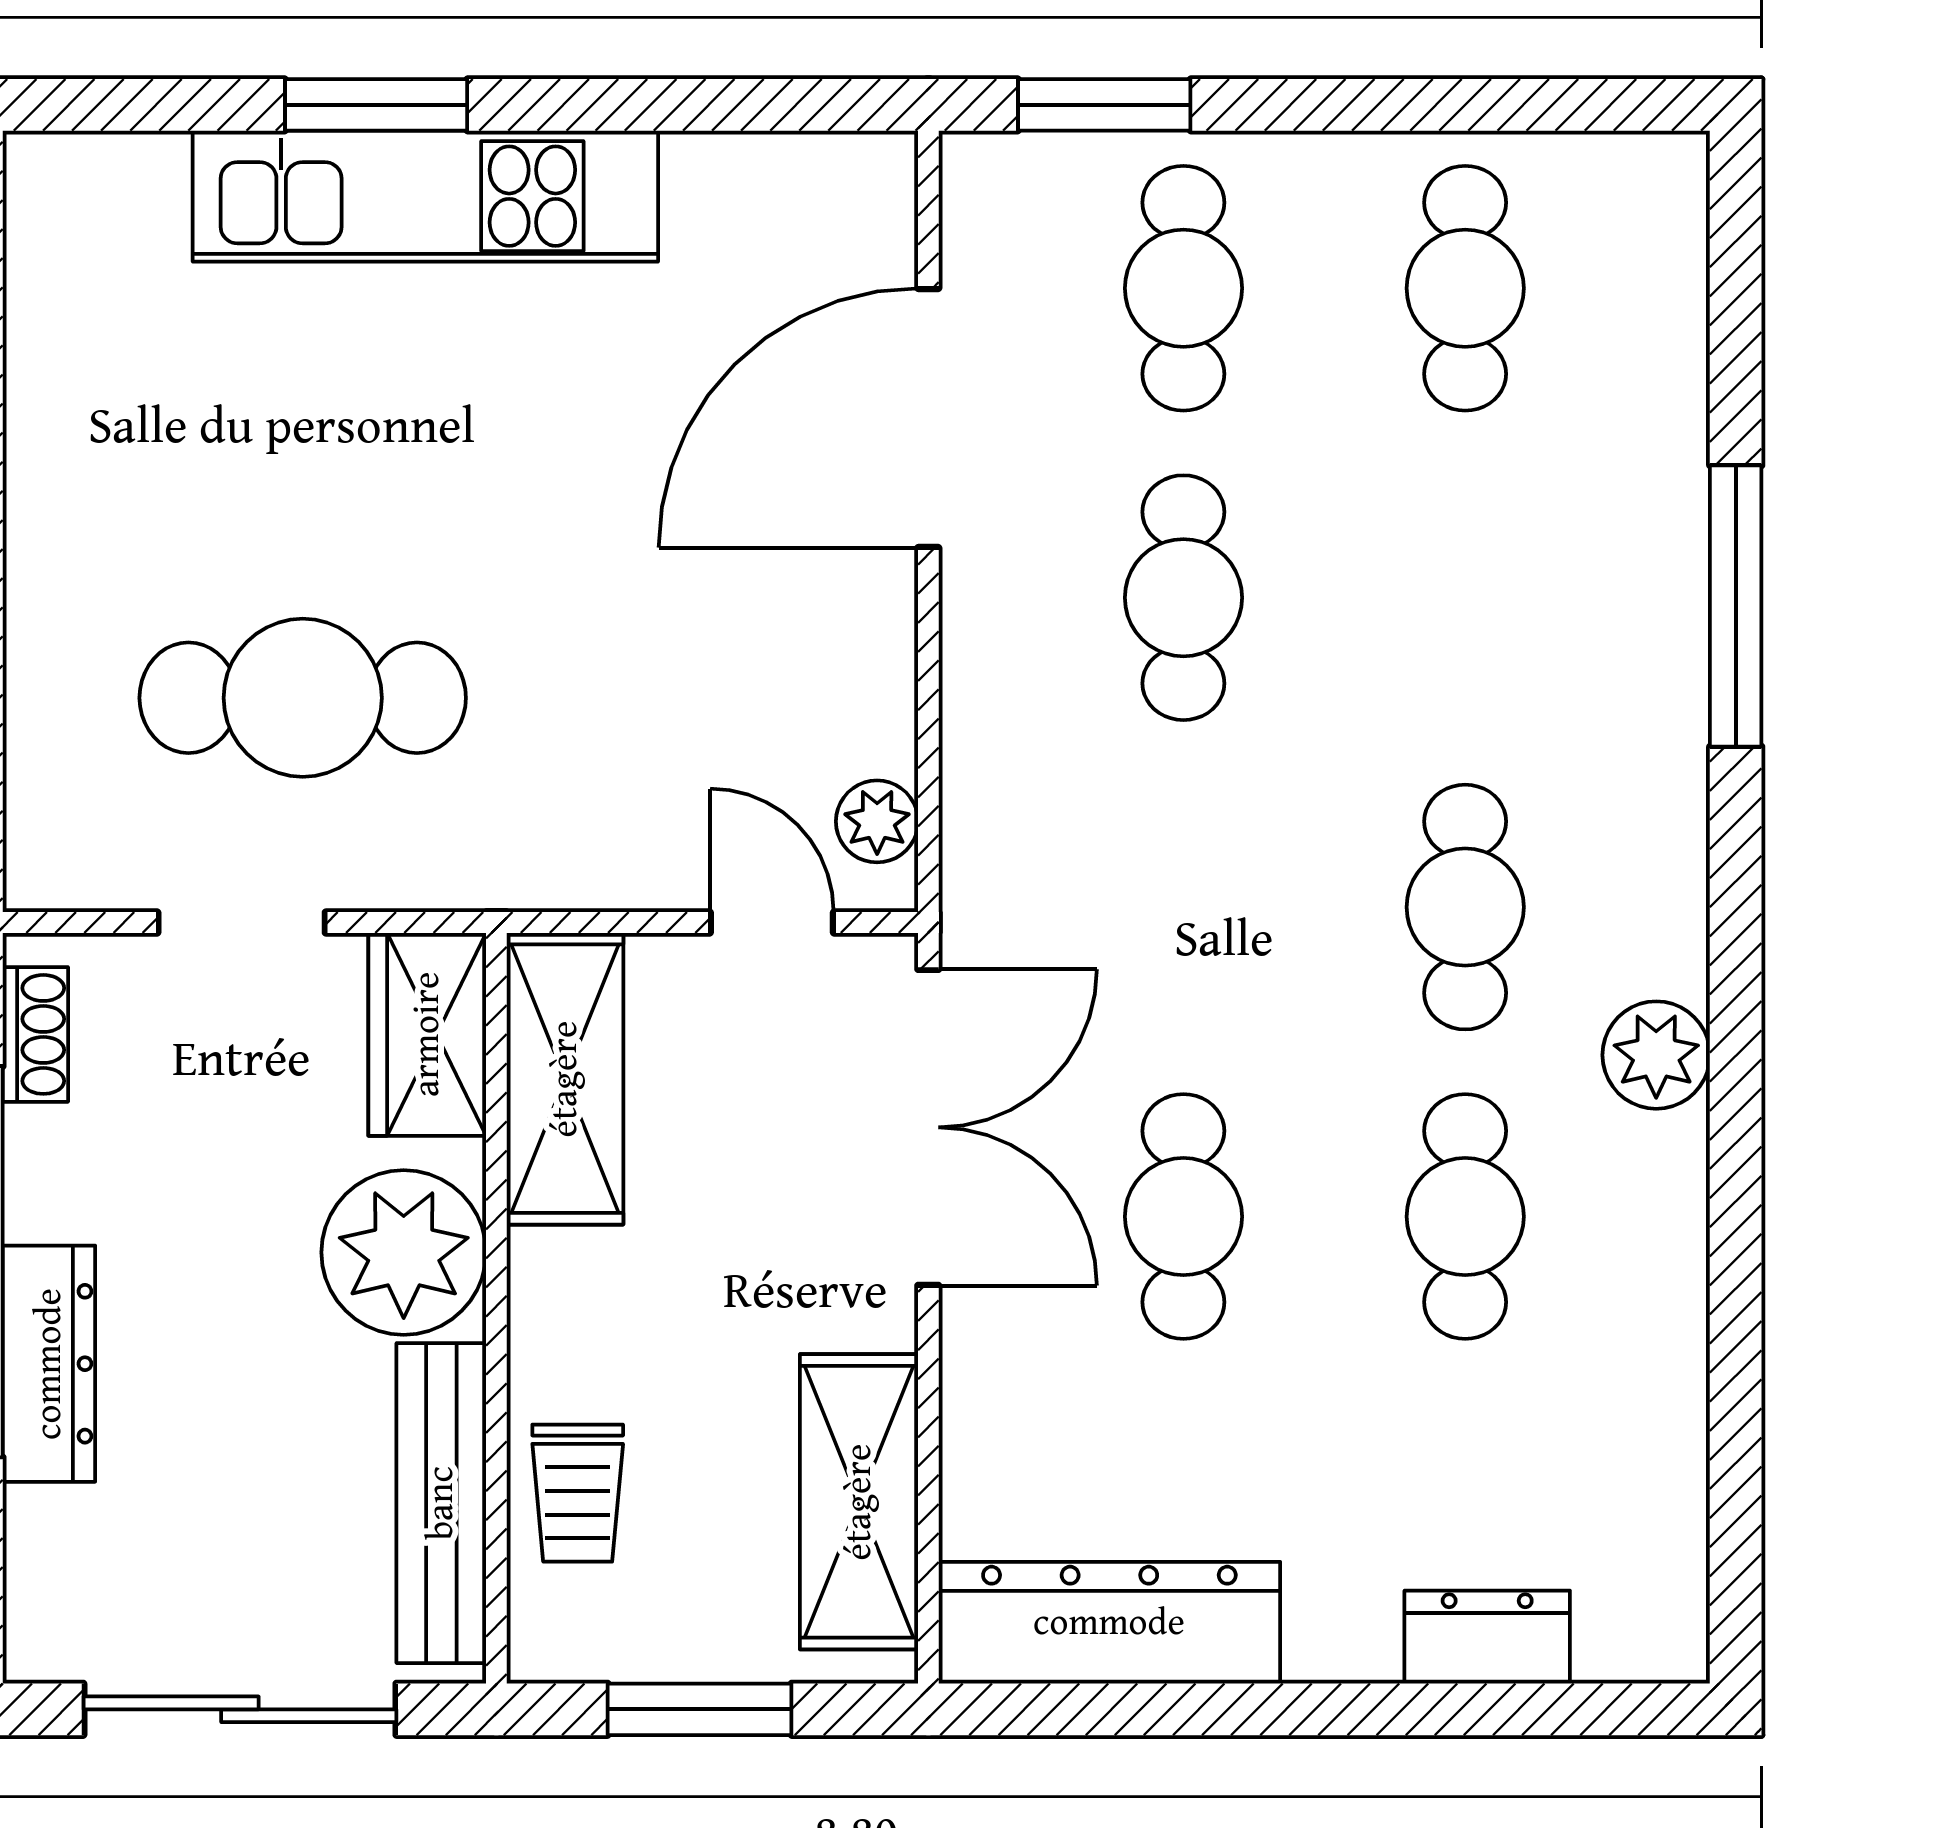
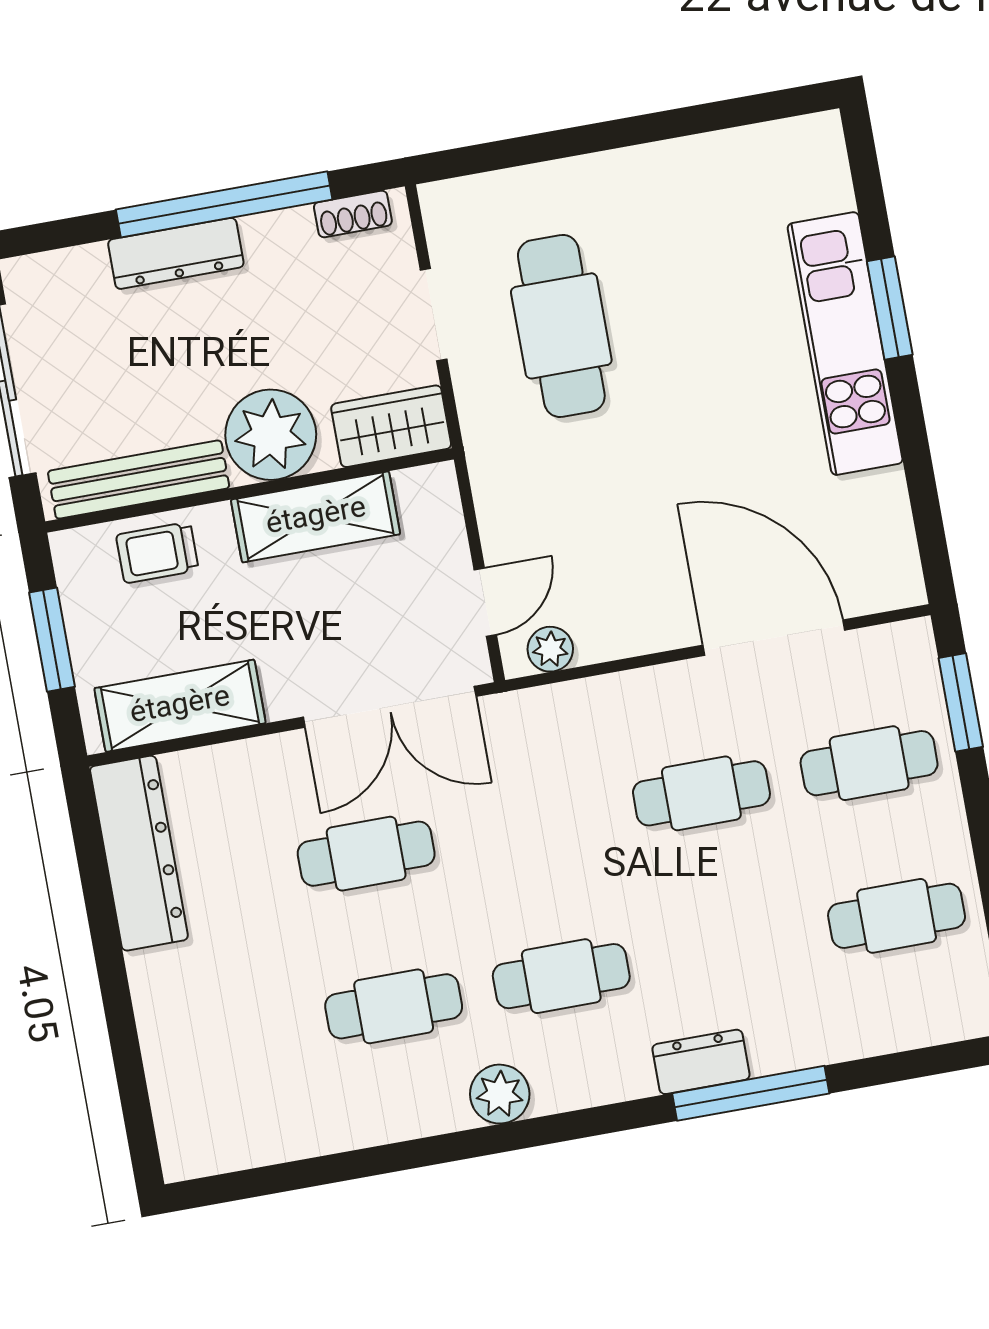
shelving: (565, 1079) -> (316, 517), moved
dresser: (1487, 1637) -> (701, 1062), moved, turned -90

